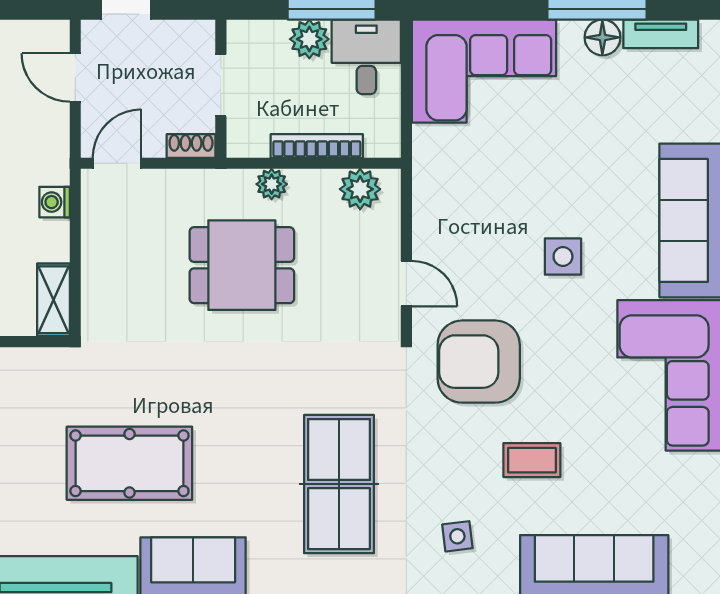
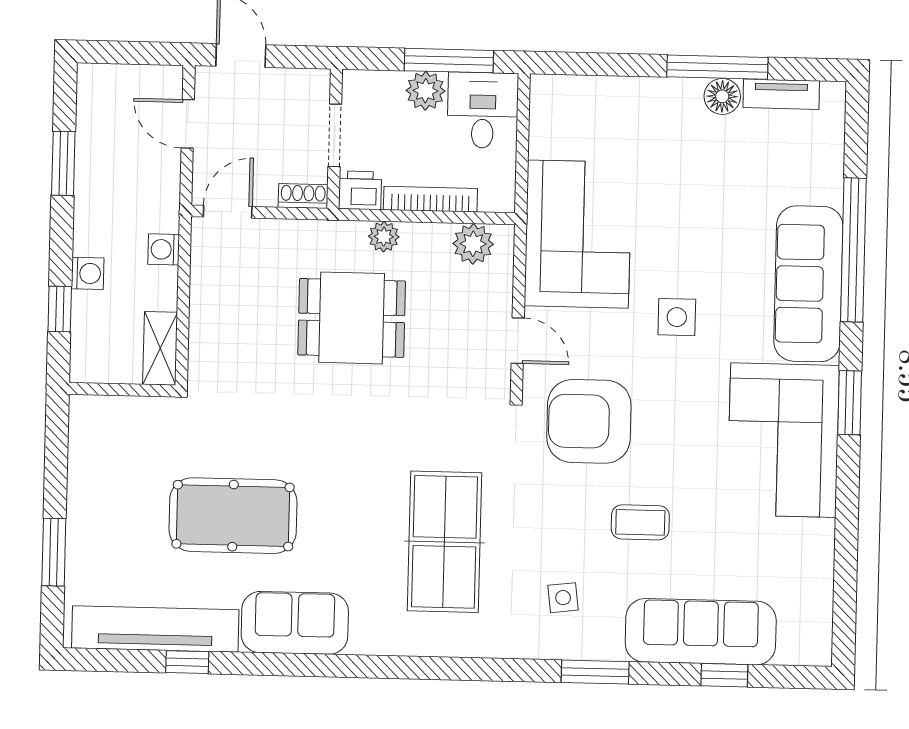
corner sofa: (484, 71) -> (578, 234), moved, turned -90
printer: (247, 139) -> (360, 190), added

